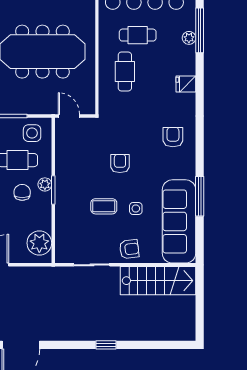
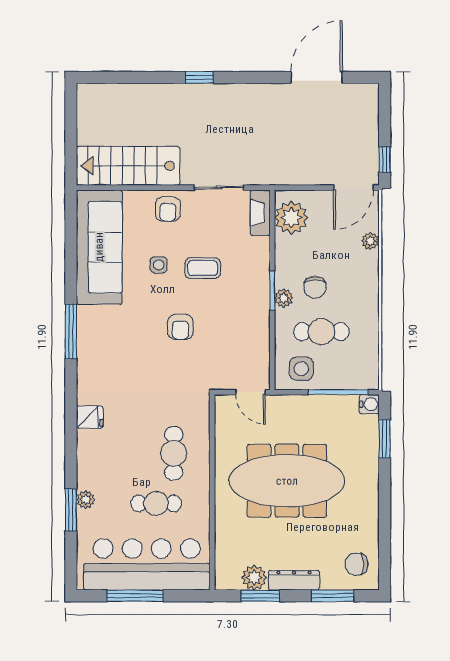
window: (200, 30) -> (71, 510), width x0.69
fridge: (186, 84) -> (90, 417), moved
armchair: (173, 137) -> (108, 363), removed
window: (200, 196) -> (71, 332), moved
fireplace: (62, 247) -> (260, 213), added
armchair: (129, 249) -> (168, 209), turned -83

